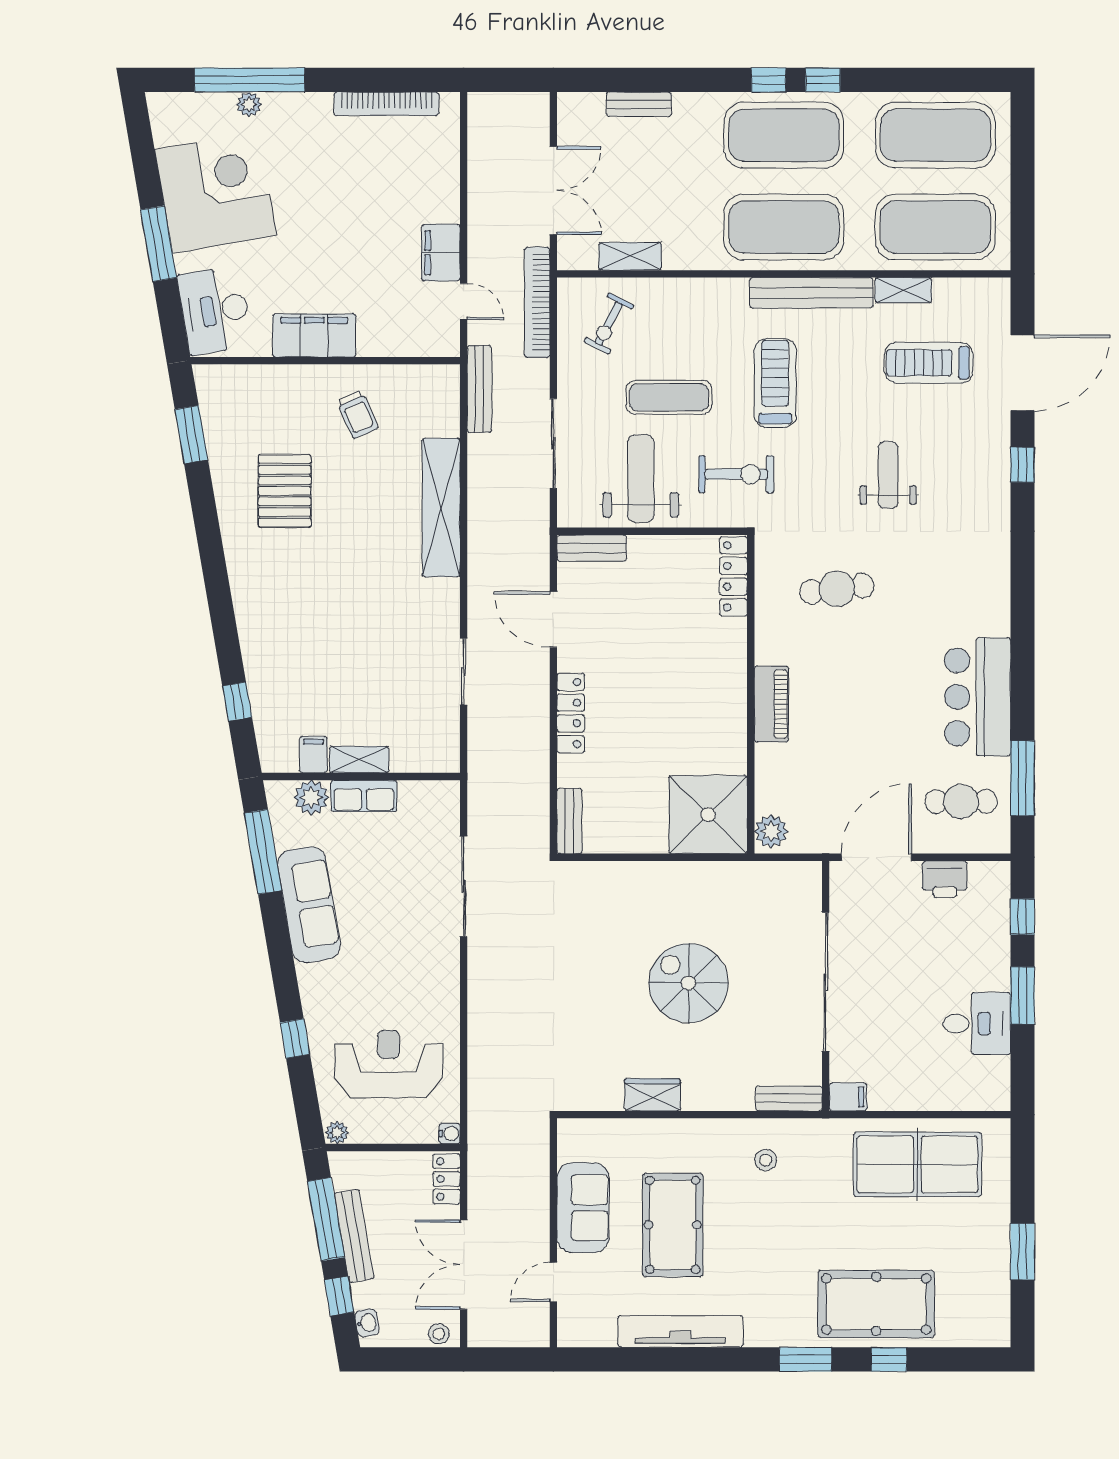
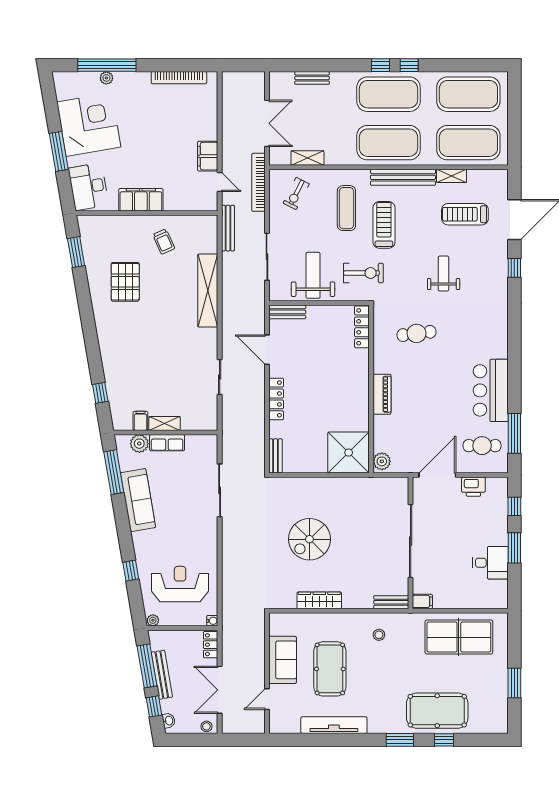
exercise mat: (669, 397) -> (346, 208), moved, turned 90
spiral stairs: (689, 983) -> (310, 539), moved, turned -90
wardrobe: (652, 1095) -> (319, 600), width x1.50

